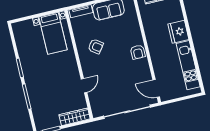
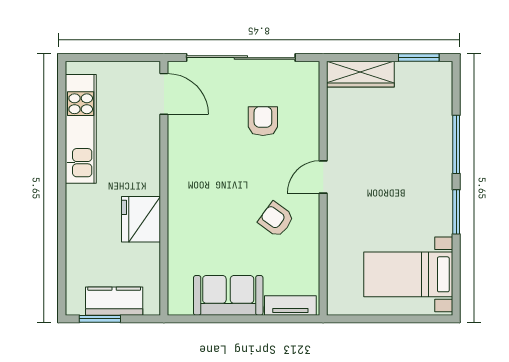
fridge: (178, 32) -> (141, 219), moved, turned 180
bed with nightstands: (53, 33) -> (408, 274), moved, turned -90
armchair: (138, 52) -> (263, 121), moved
door: (84, 86) -> (323, 177), moved

